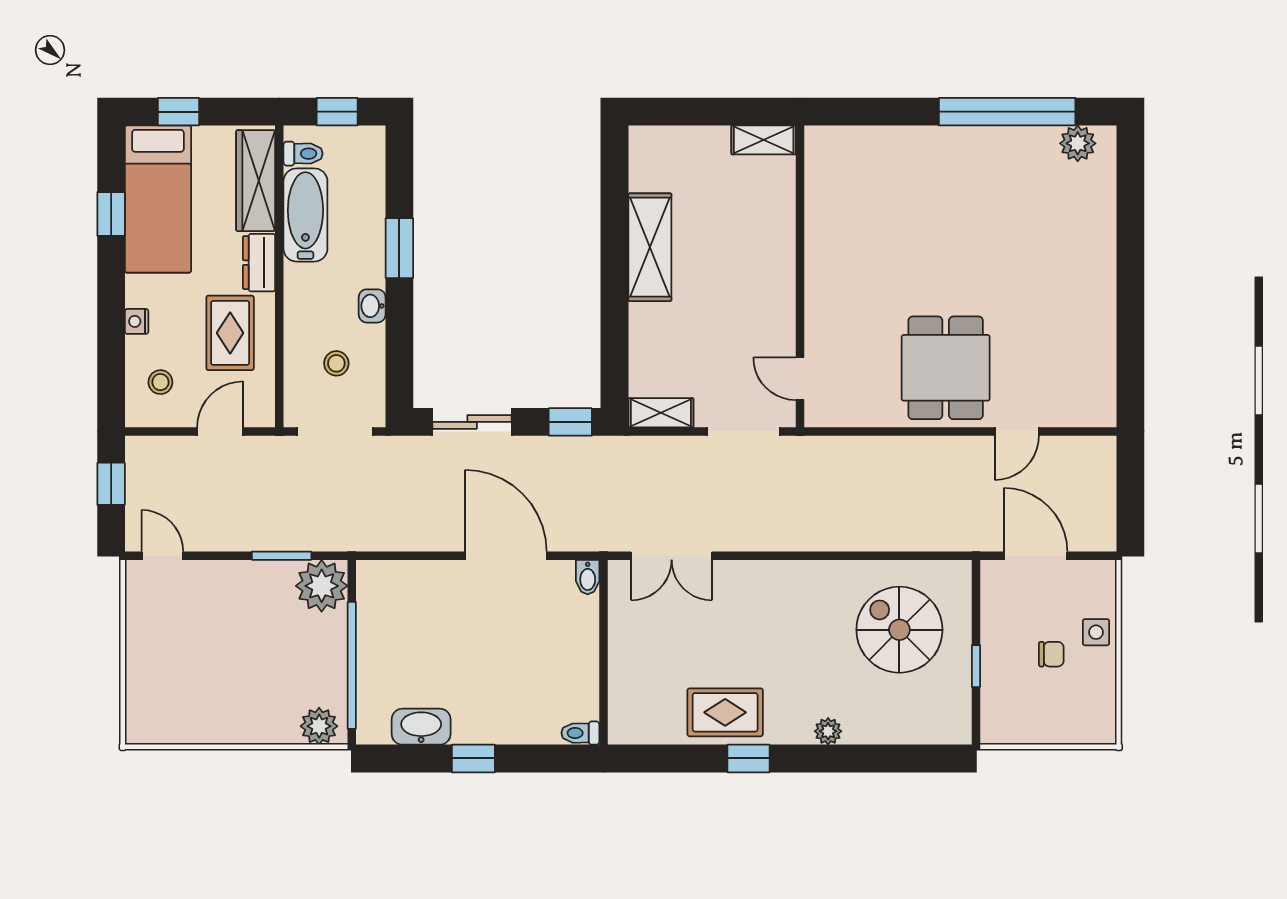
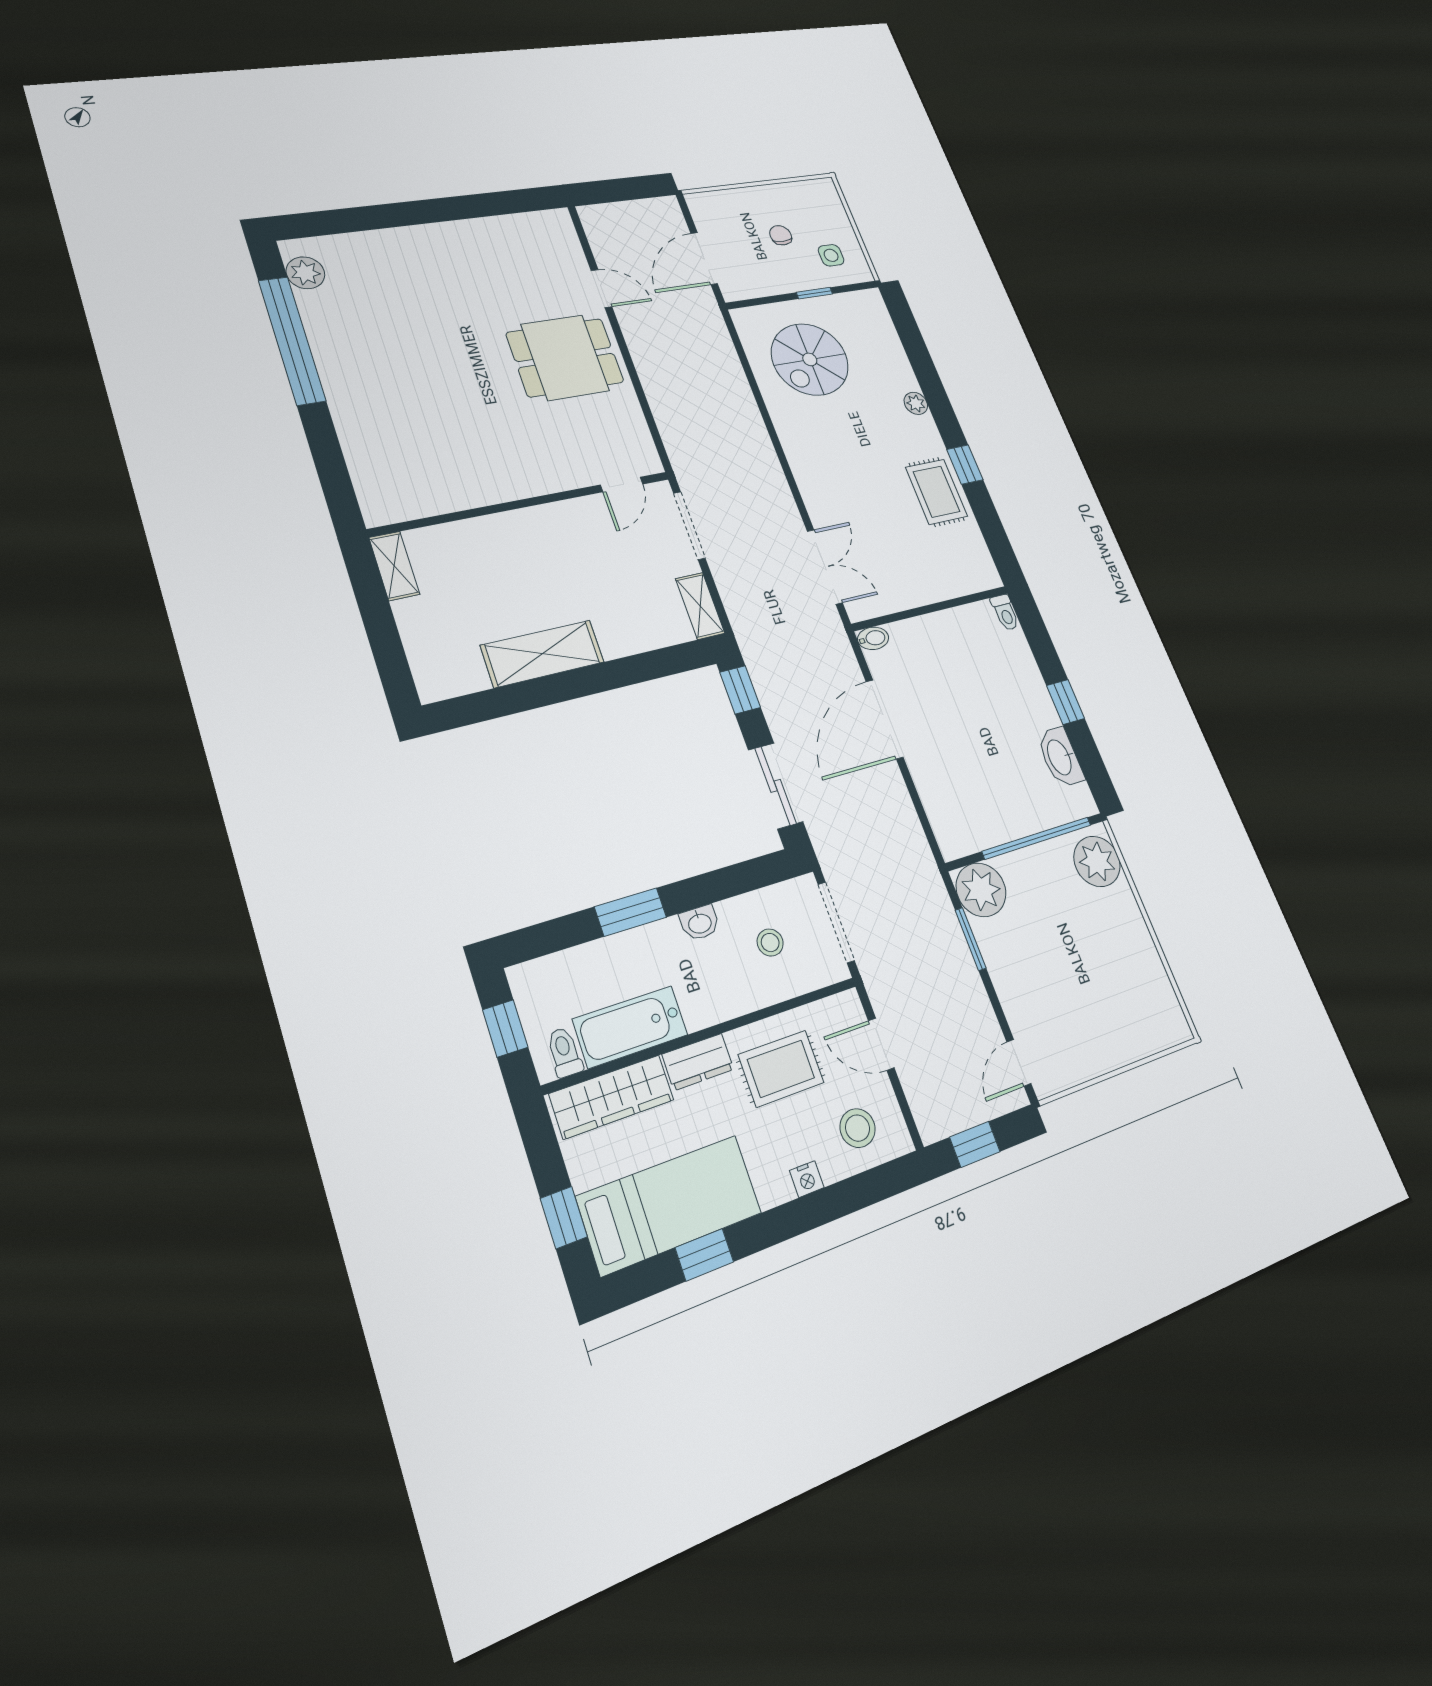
stool: (160, 382) -> (858, 1128), width x1.37, depth x1.37
side table: (1096, 632) -> (831, 255), moved
plant: (319, 726) -> (1097, 861), width x1.36, depth x1.36

